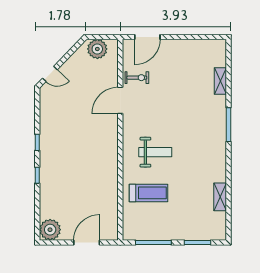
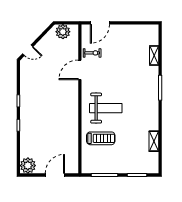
weight bench: (155, 152) -> (106, 108), width x1.36, depth x1.33

